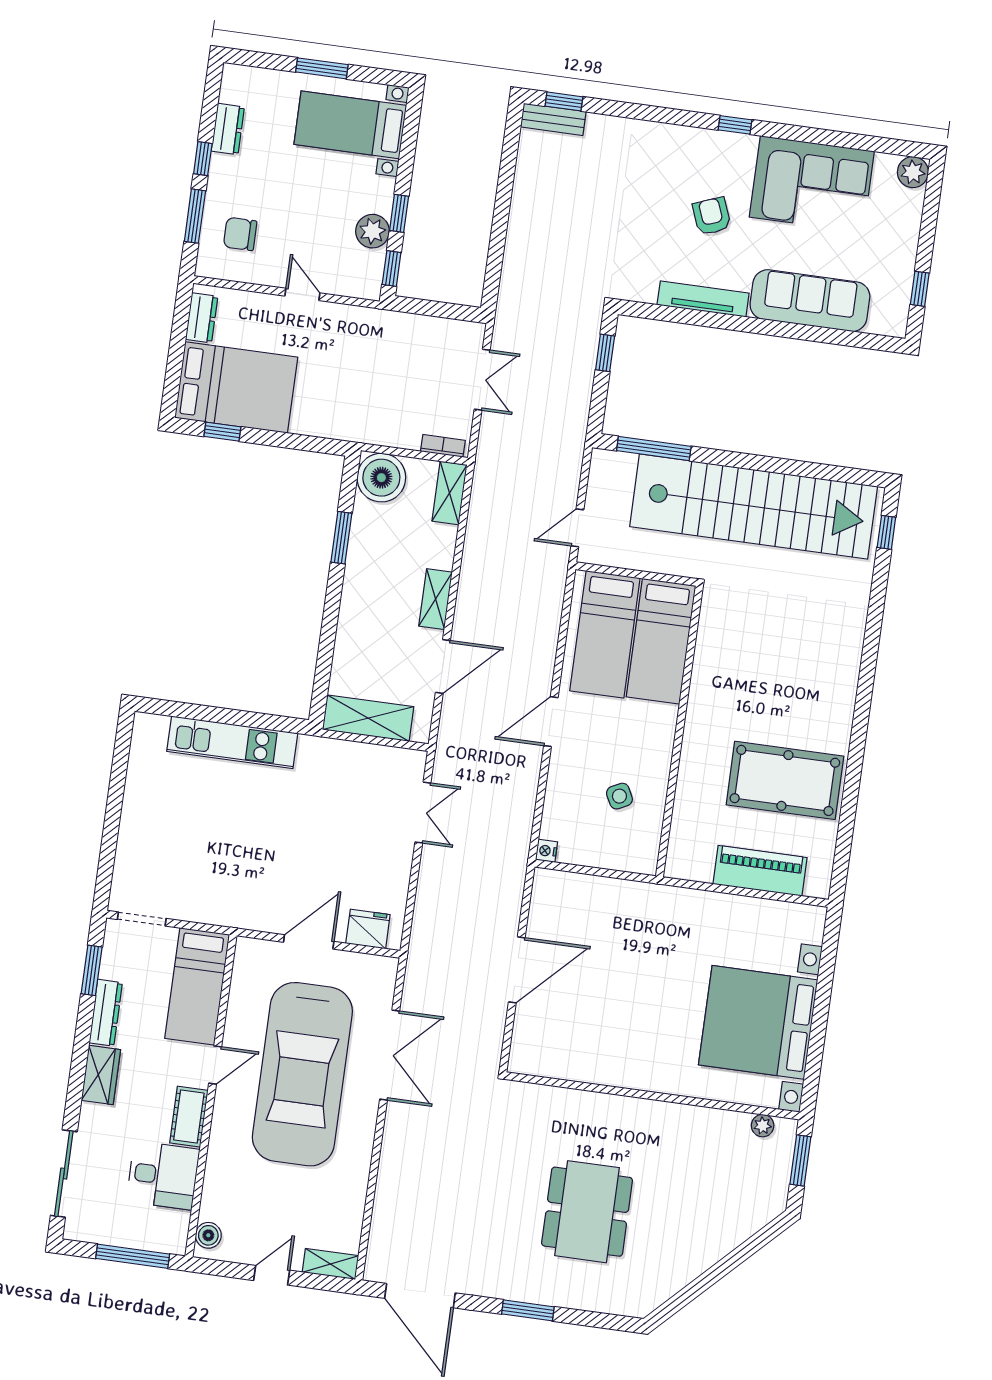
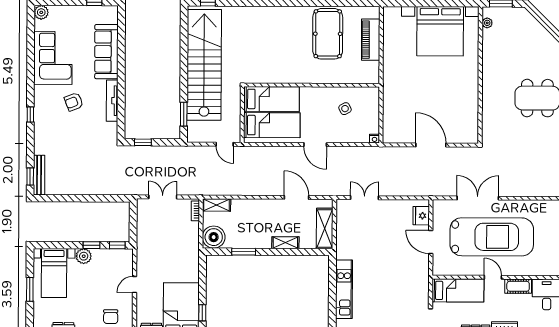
bench: (553, 119) -> (39, 175), width x1.36
window: (735, 125) -> (30, 114), moved
plant: (372, 231) -> (84, 256), moved
window: (654, 449) -> (184, 114), width x0.69
shelving: (436, 599) -> (285, 243), moved

